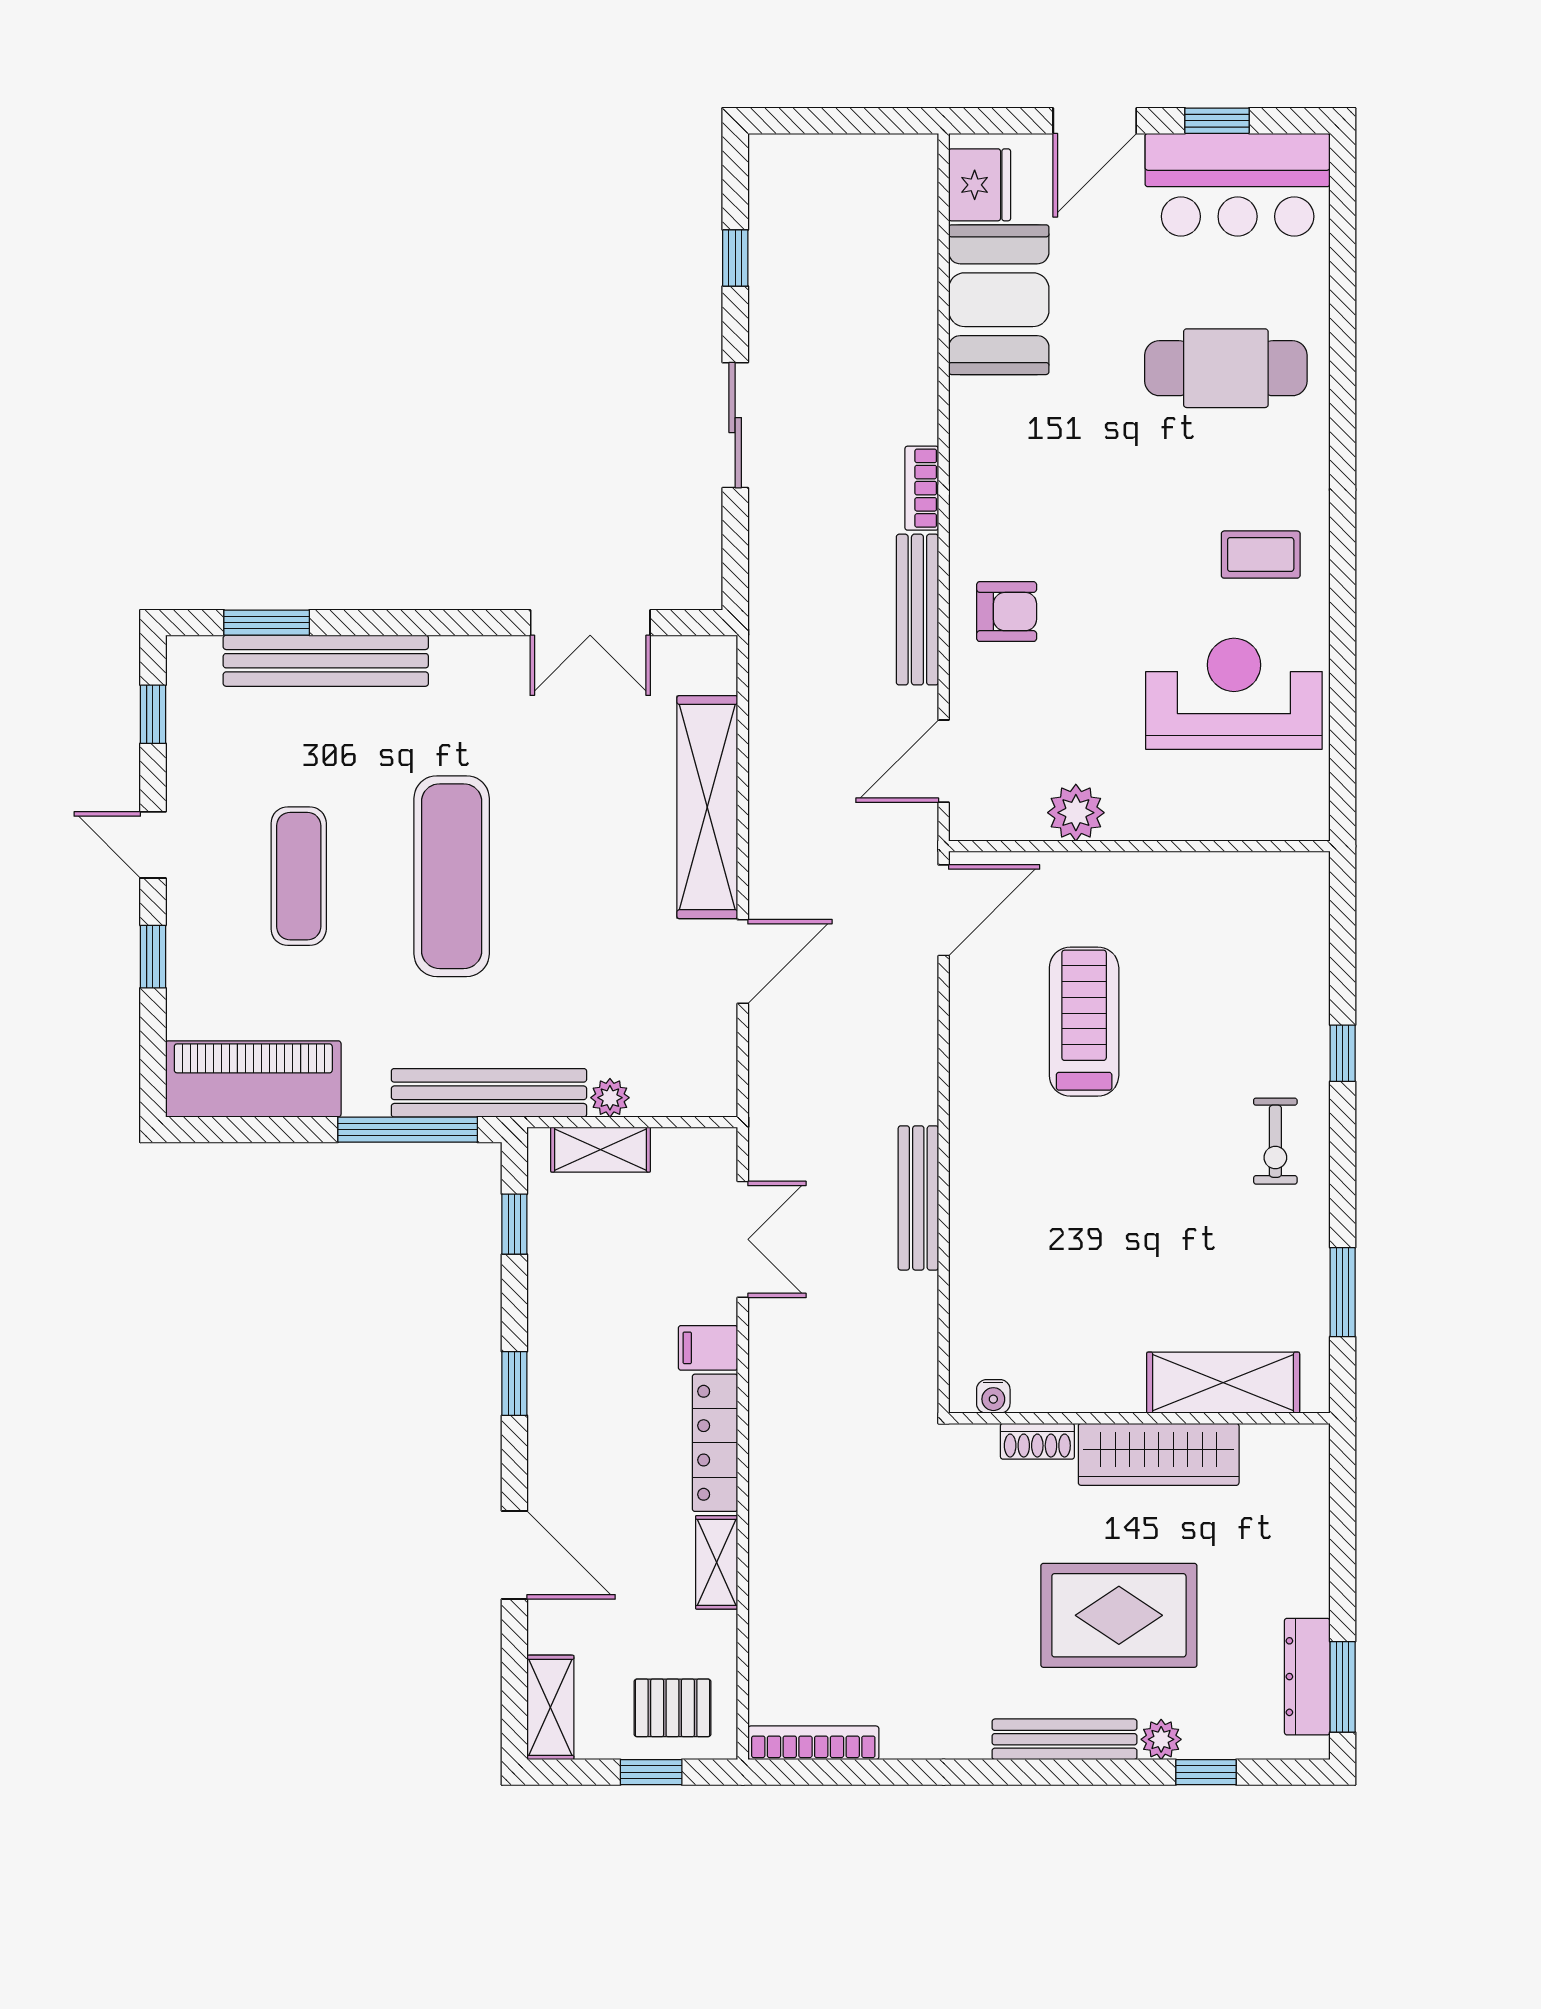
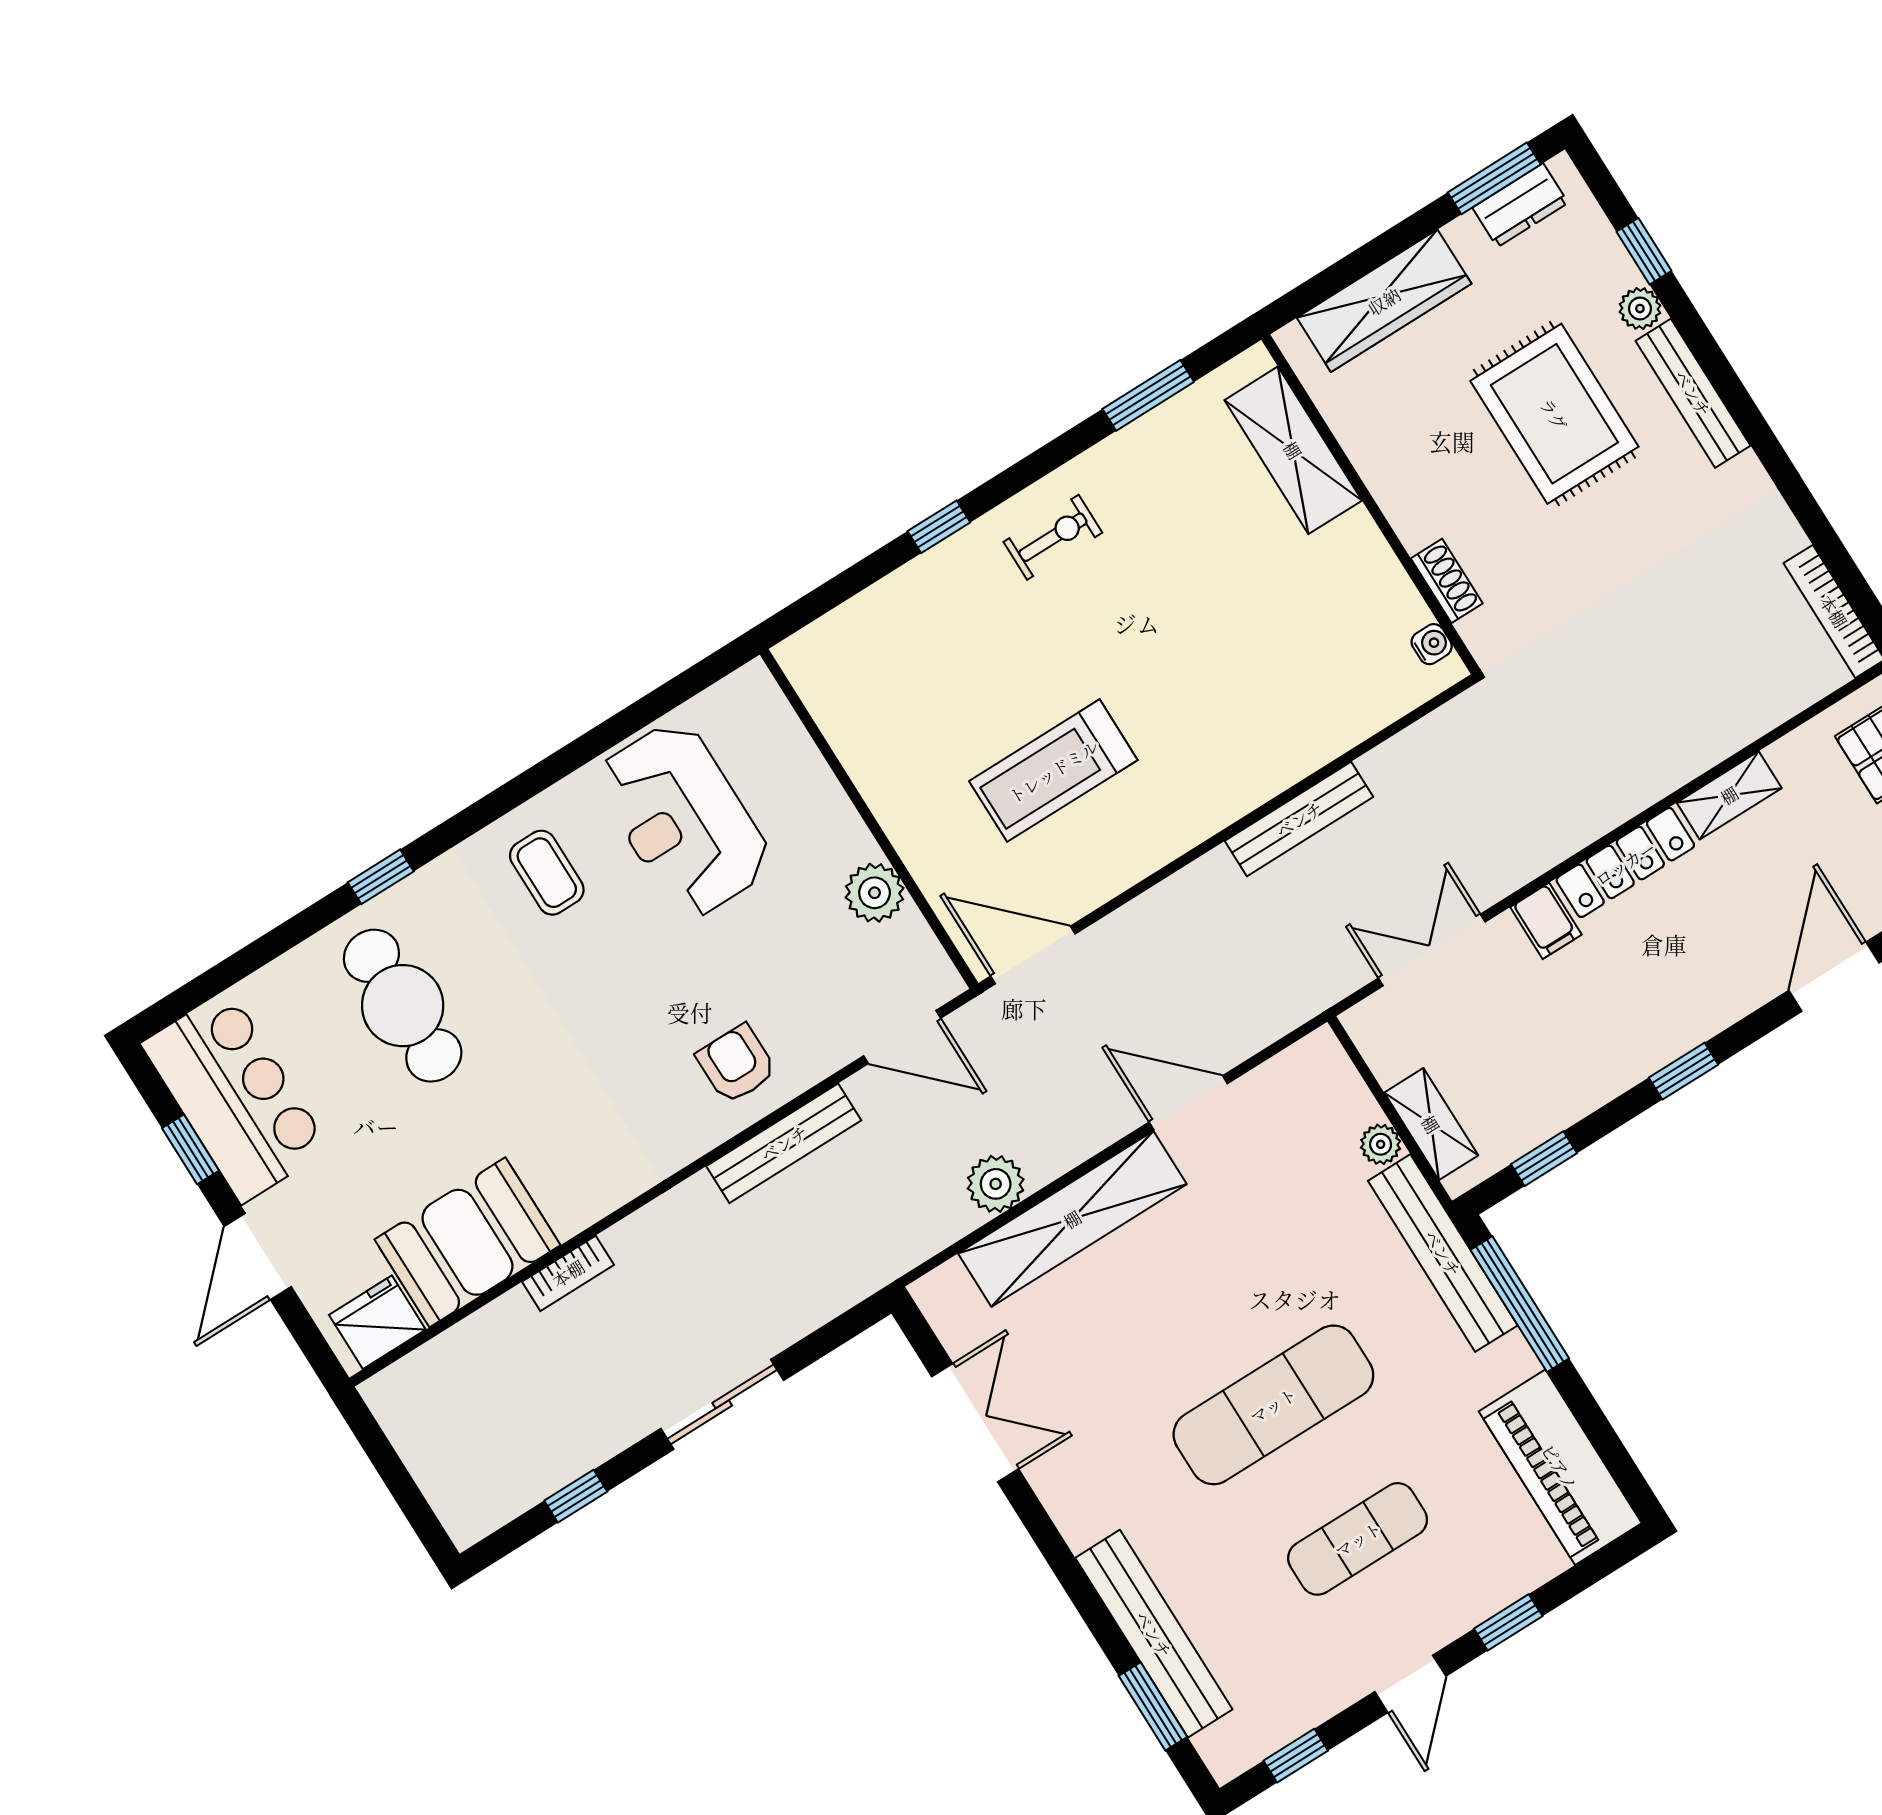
door: (1095, 121) -> (258, 1256), swing flipped
window: (1343, 416) -> (381, 877), added
bookcase: (922, 488) -> (568, 1273), moved
plant: (775, 762) -> (996, 1184), added
wardrobe: (1159, 1454) -> (1384, 301), moved, turned 90
dresser: (1307, 1677) -> (1520, 205), width x0.70

